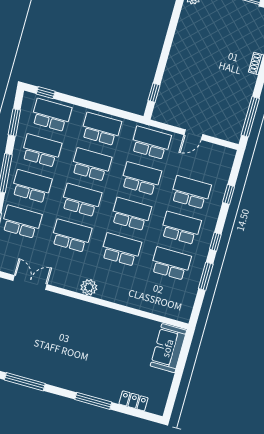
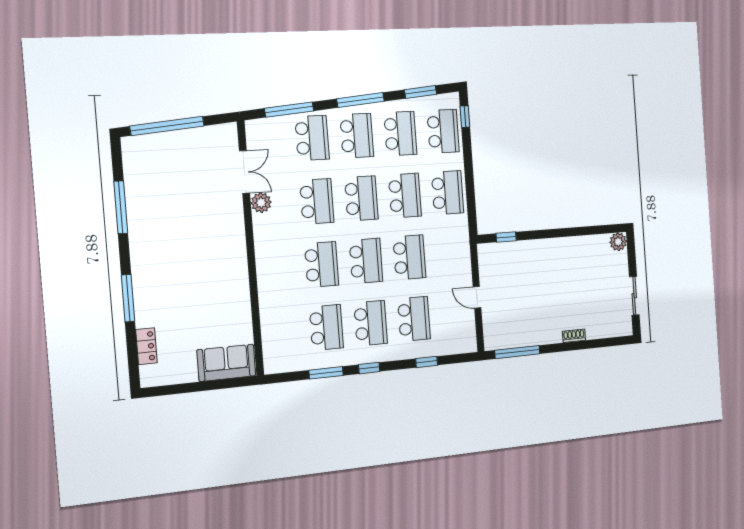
school desk: (151, 143) -> (452, 254), removed
plant: (89, 287) -> (261, 203), moved

